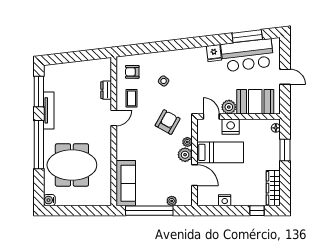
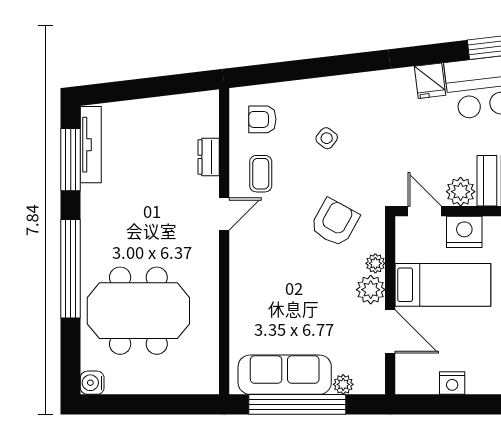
tv unit: (49, 110) -> (91, 145), moved
sofa: (126, 183) -> (285, 375), moved, turned -90

